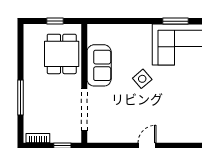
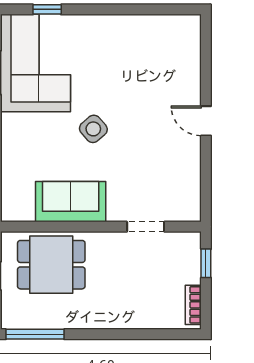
window: (21, 97) -> (35, 334), moved
doorway: (84, 110) -> (146, 227), width x0.53

